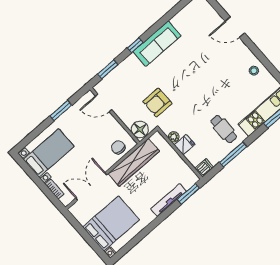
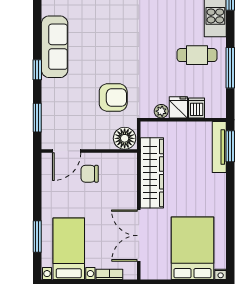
armchair: (157, 102) -> (113, 97), turned -90
window: (61, 111) -> (37, 236), moved
chair: (118, 147) -> (90, 174), moved
dishwasher: (204, 168) -> (197, 108), moved
tv unit: (169, 200) -> (219, 147), moved

